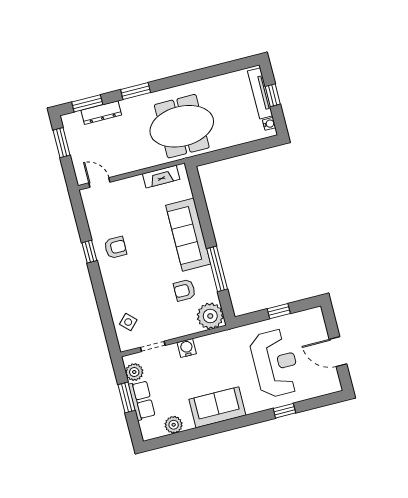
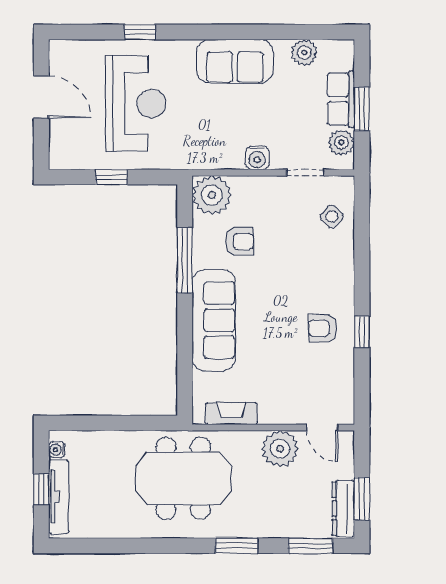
dresser: (101, 113) -> (343, 509), moved, turned -90
plant: (123, 162) -> (280, 449), added
reception desk: (275, 363) -> (136, 104), turned 180

